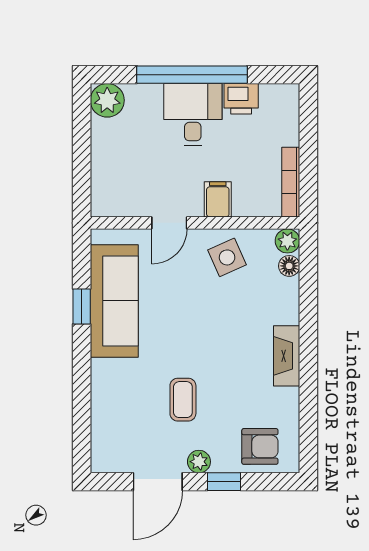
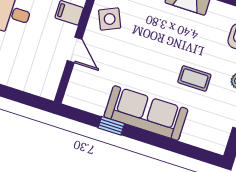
sofa: (114, 301) -> (146, 113), moved

